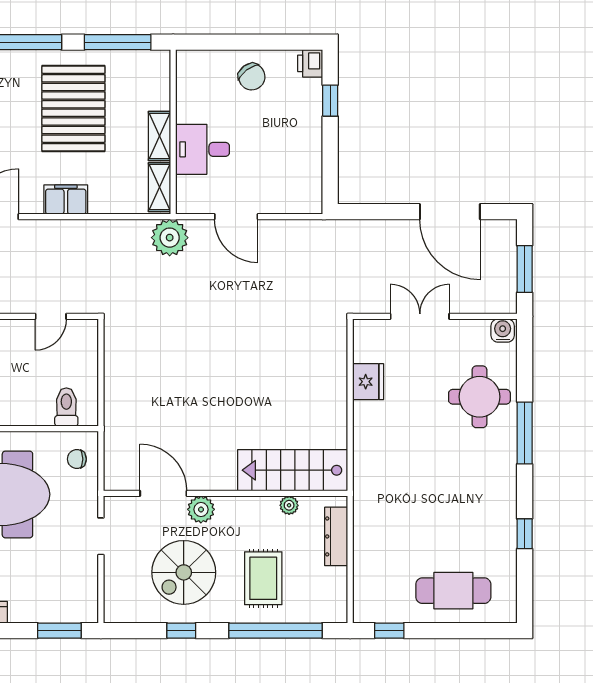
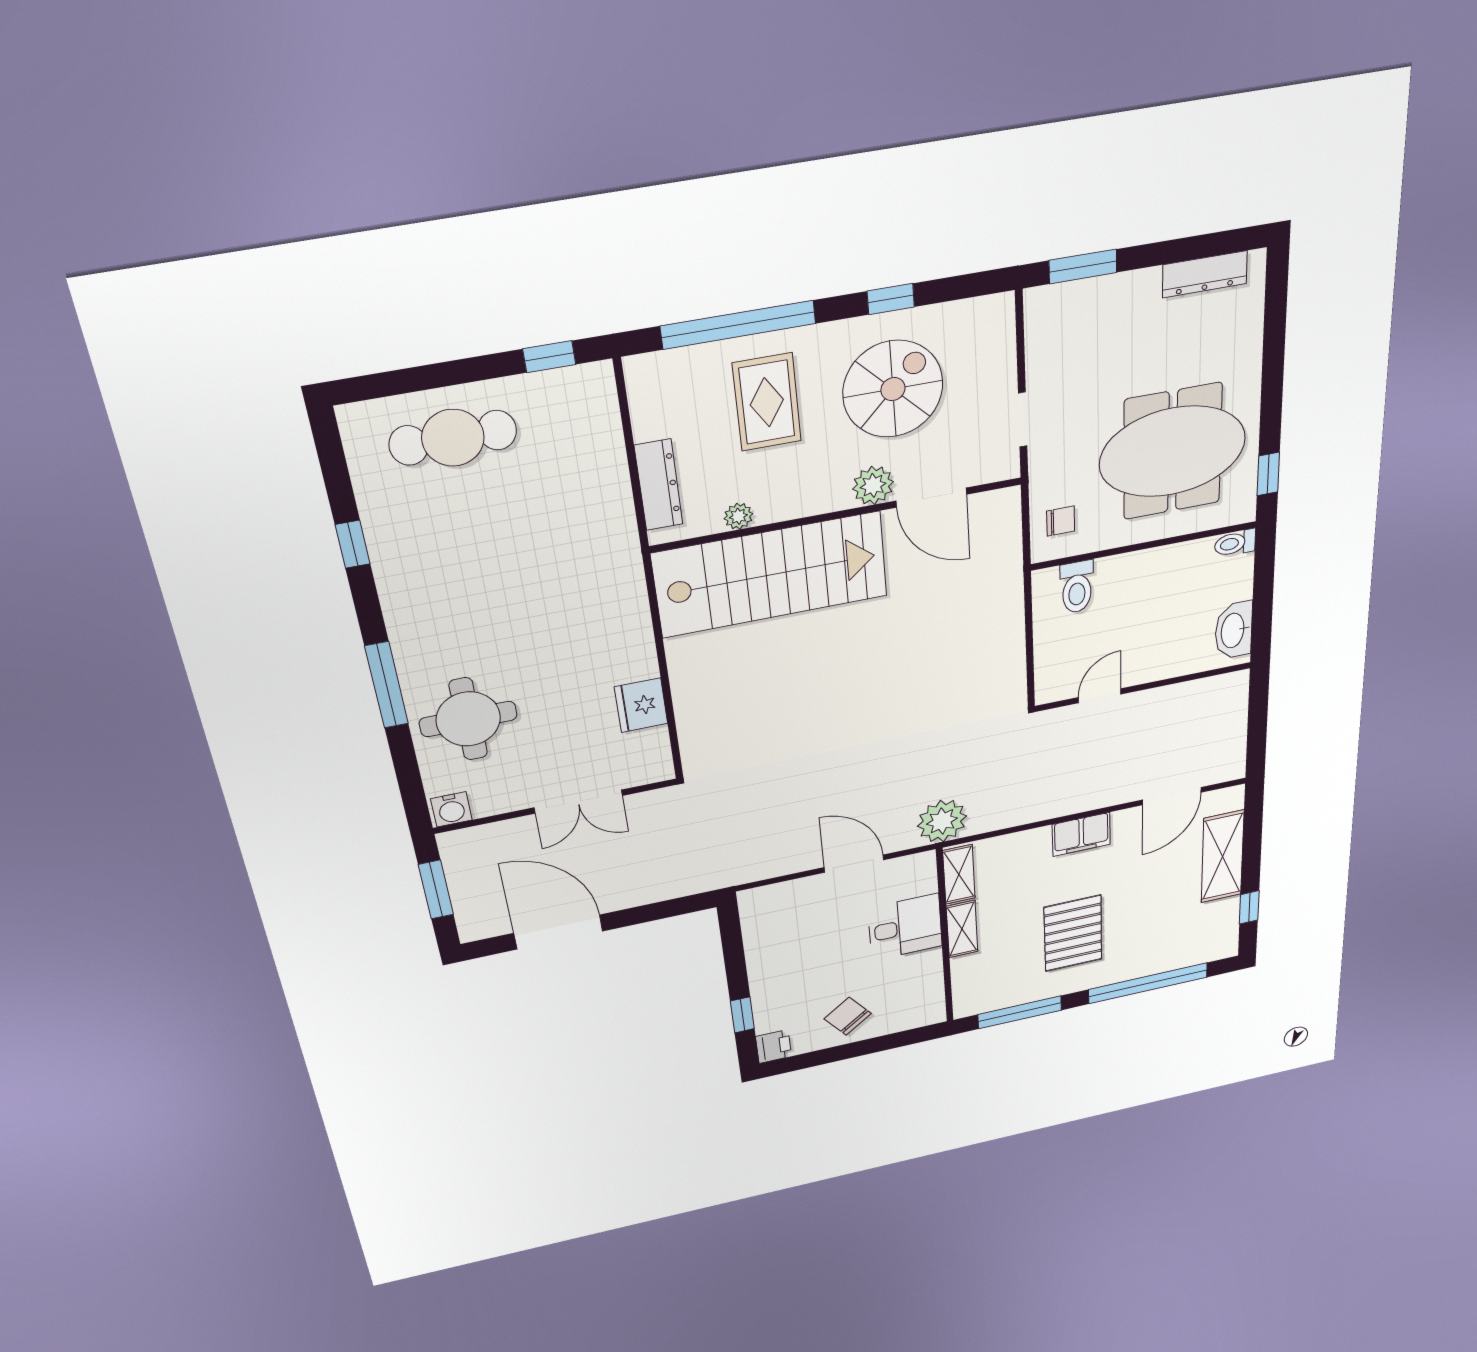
pallet: (73, 108) -> (1073, 933), width x0.73, depth x0.71
stairs: (293, 470) -> (771, 575), width x1.36, depth x1.51

